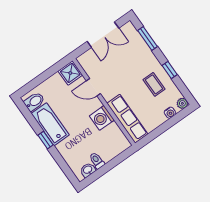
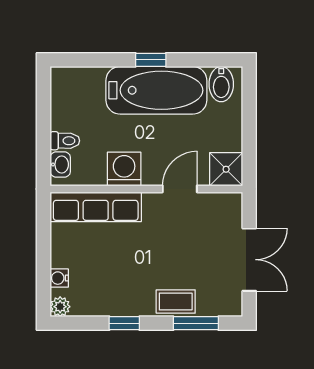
double door: (103, 35) -> (249, 260), swing flipped
coffee table: (154, 84) -> (176, 301), moved
bathtub: (50, 124) -> (156, 90), width x1.36, depth x1.36
toilet: (97, 161) -> (65, 141), moved
washbasin: (88, 170) -> (60, 164), moved

